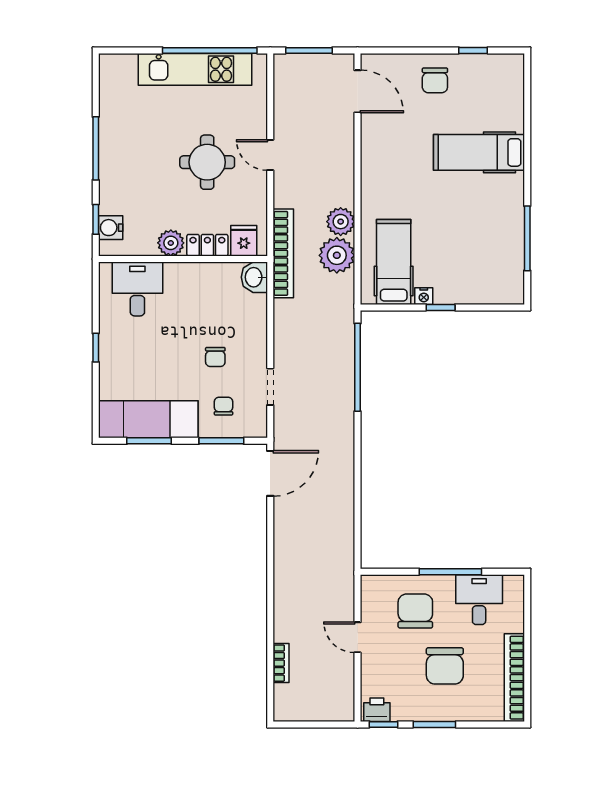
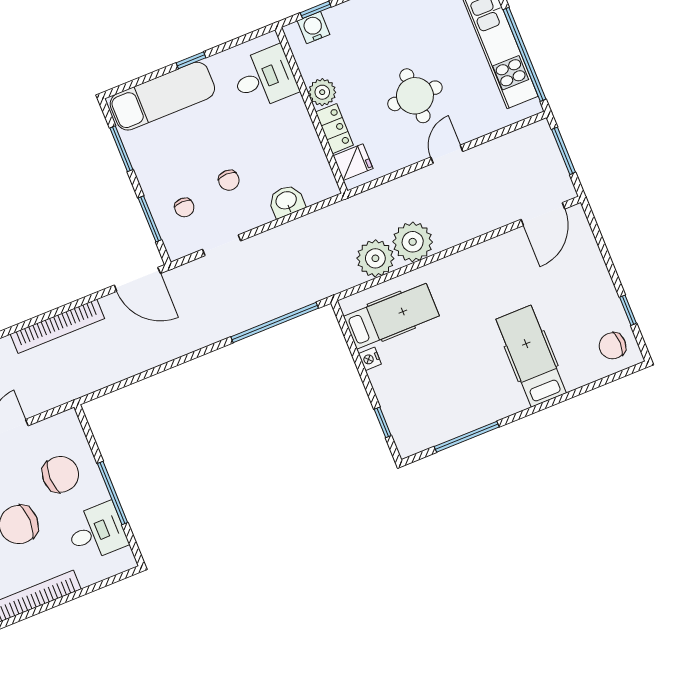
chair: (435, 80) -> (612, 346), moved
plant: (341, 222) -> (413, 242), width x1.36, depth x1.36
bookcase: (283, 253) -> (57, 326), moved
washbasin: (254, 277) -> (286, 201), moved
window: (441, 307) -> (383, 422), moved
chair: (215, 357) -> (229, 180), turned -90
chair: (223, 406) -> (184, 207), turned 90
exam couch: (148, 419) -> (162, 96), moved, turned 90

